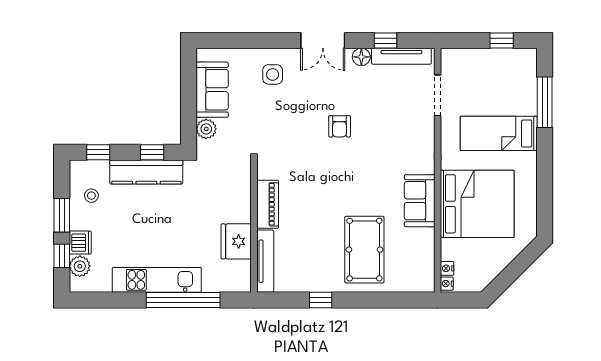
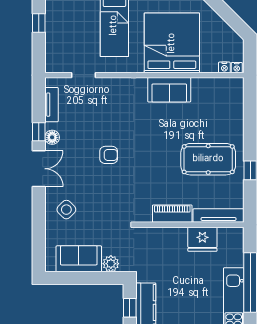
window: (385, 41) -> (39, 132), moved
tv unit: (401, 56) -> (51, 105), width x0.71
side table: (273, 74) -> (66, 210), turned 45
doorway: (438, 95) -> (83, 75), width x0.73
pool table: (364, 250) -> (208, 159), moved

